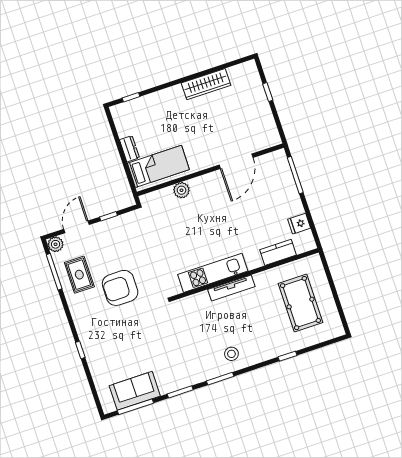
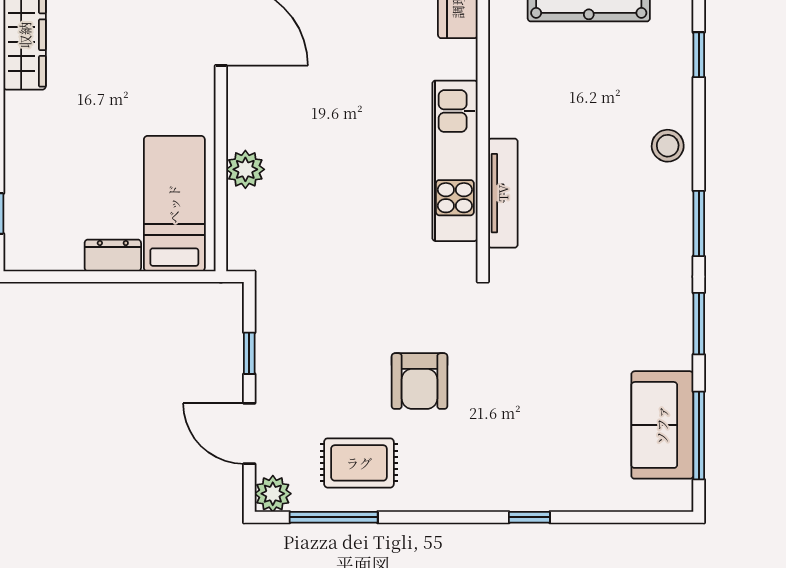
armchair: (120, 288) -> (419, 381), width x0.73, depth x0.73
tv unit: (231, 288) -> (503, 193), moved
stool: (231, 354) -> (668, 146), moved

